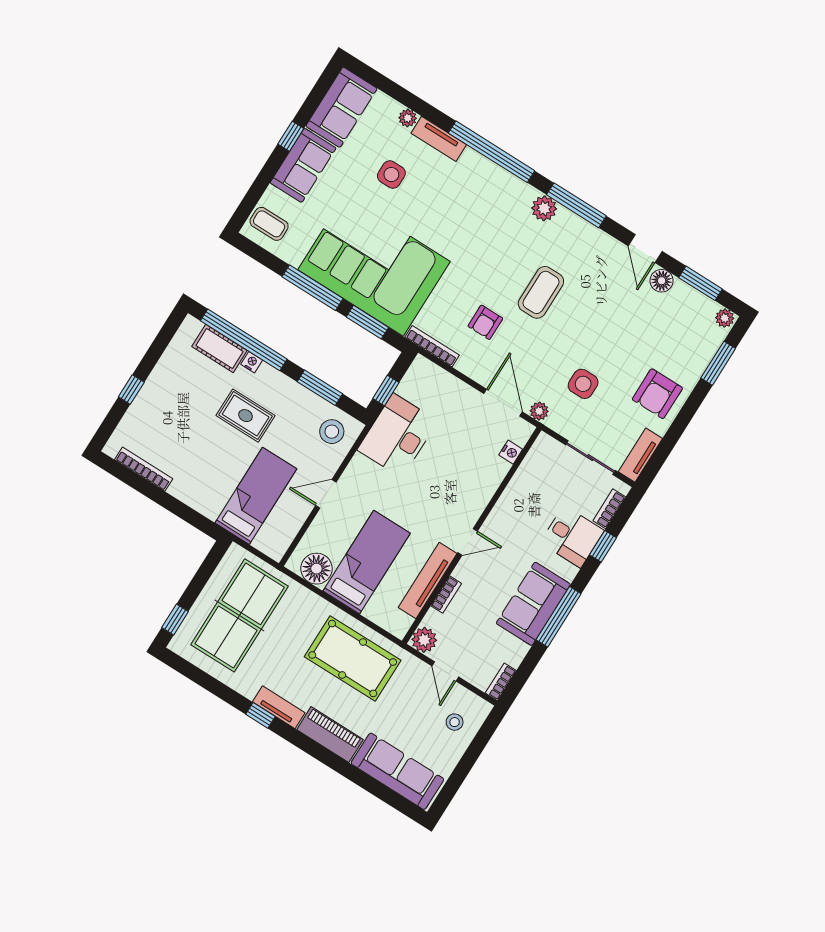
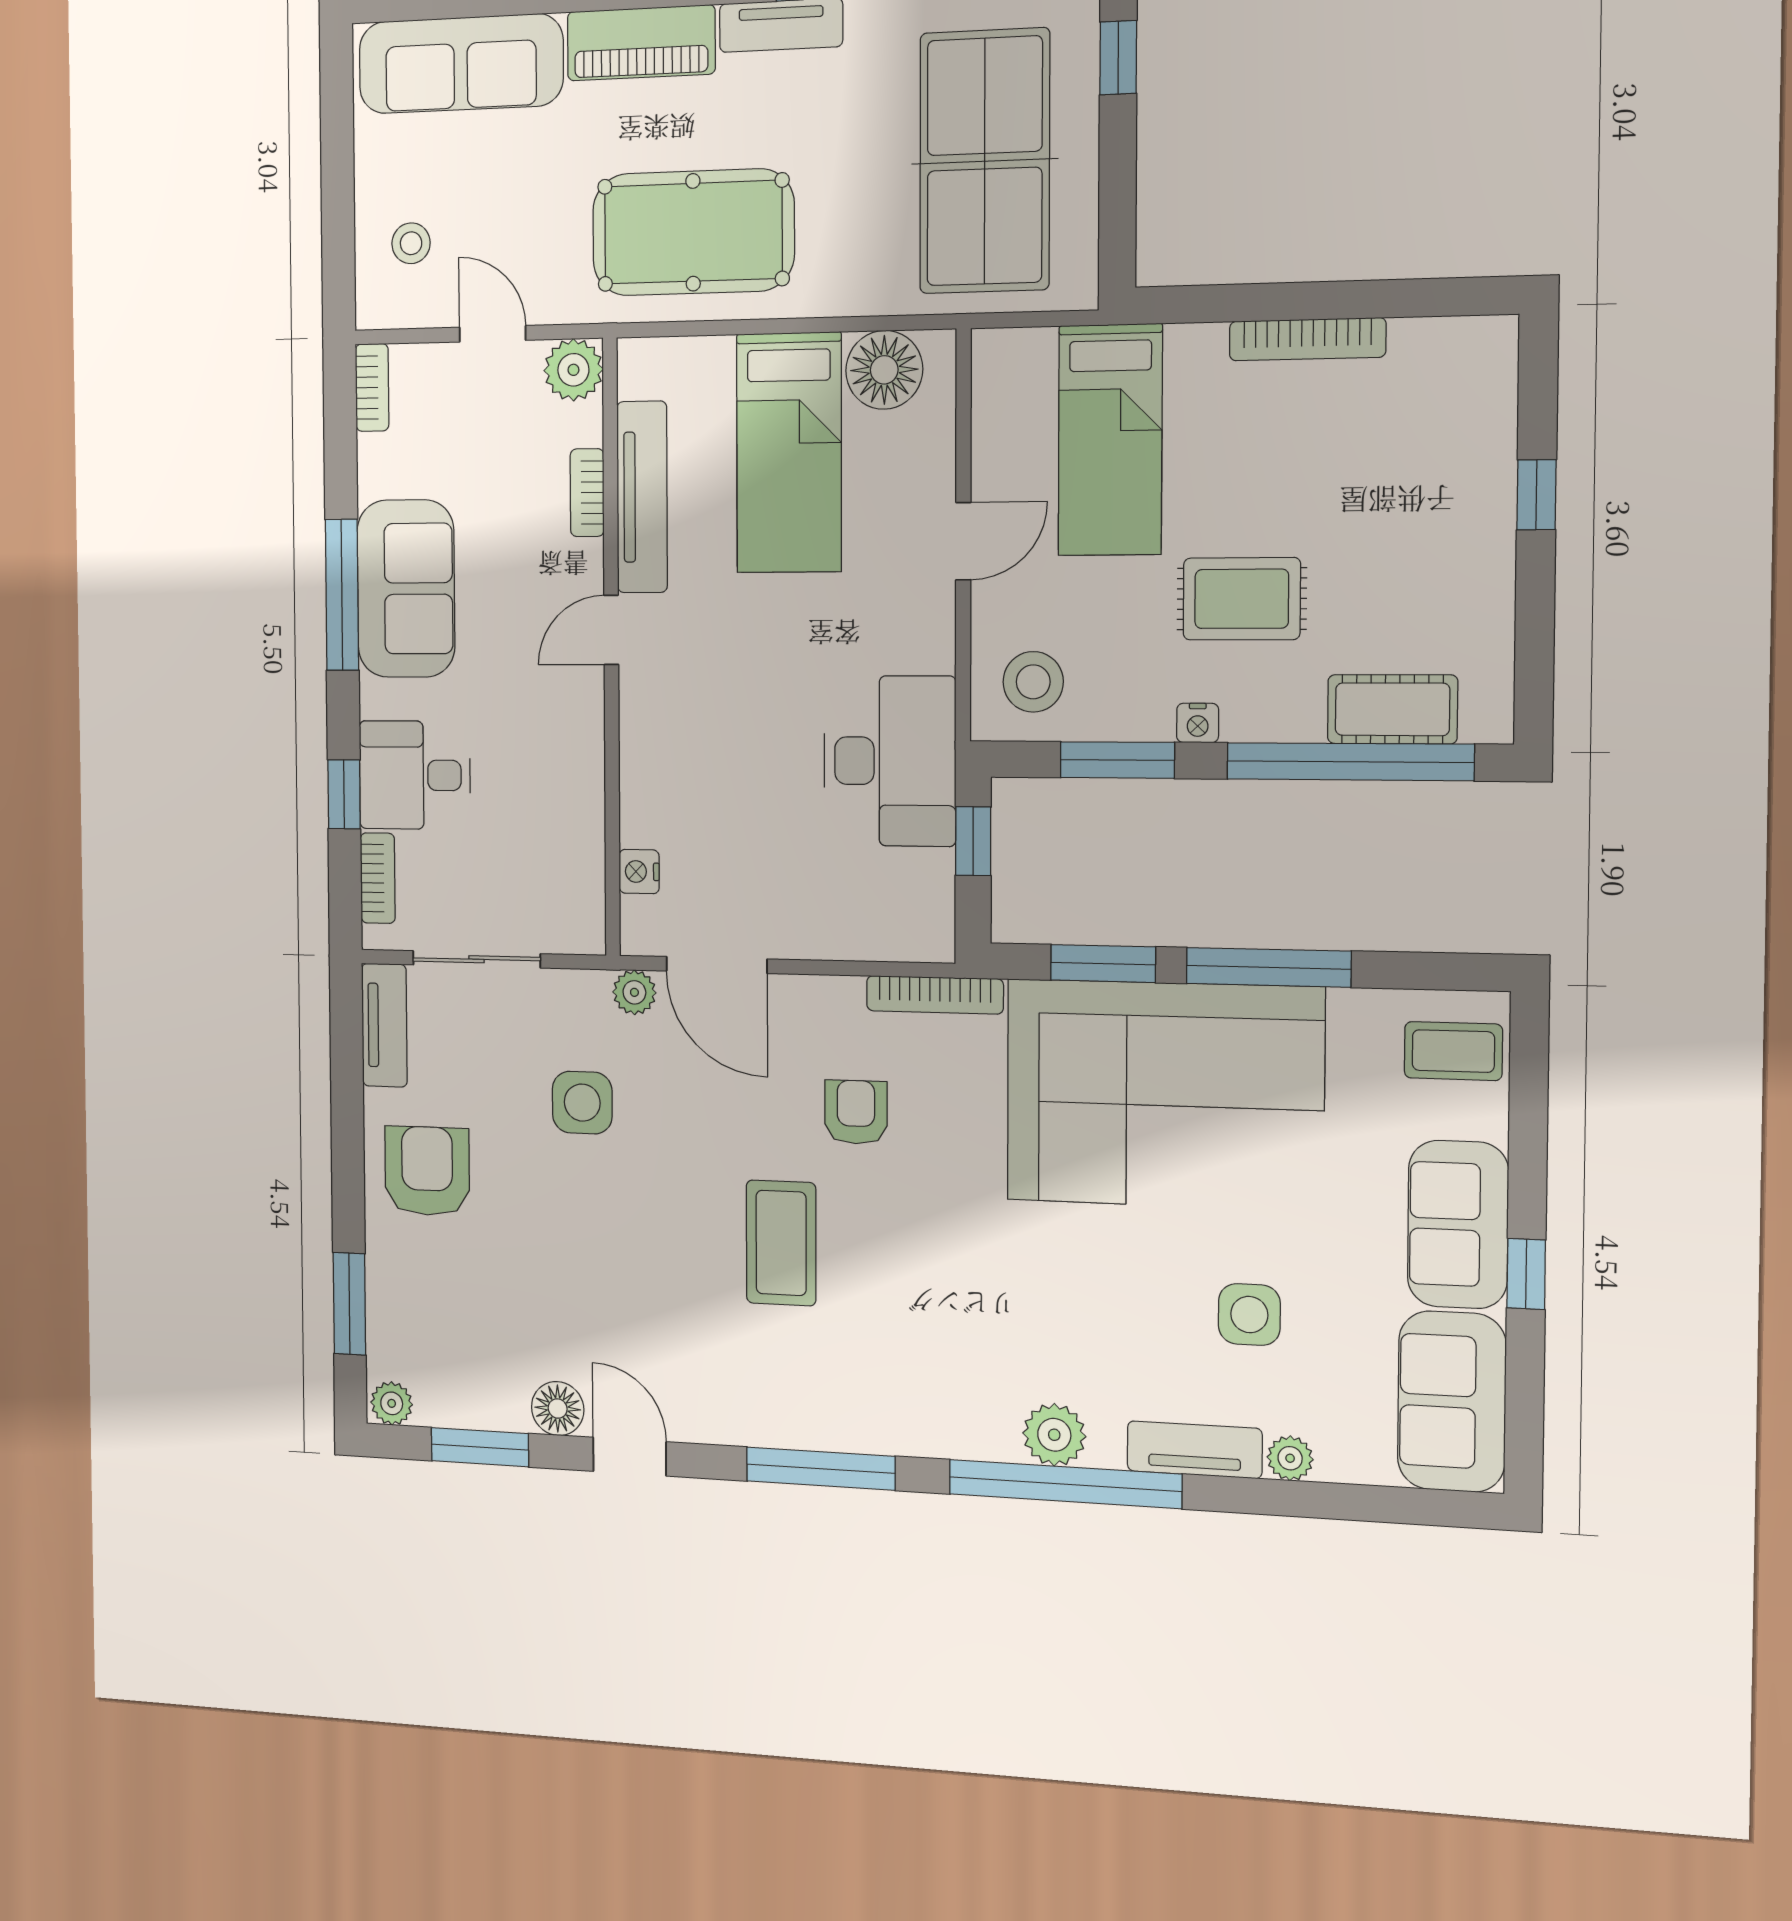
plant: (544, 208) -> (1054, 1435), moved
nightstand: (252, 362) -> (1198, 723), moved
bookcase: (144, 469) -> (1307, 339), moved

